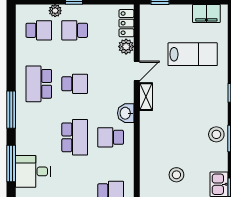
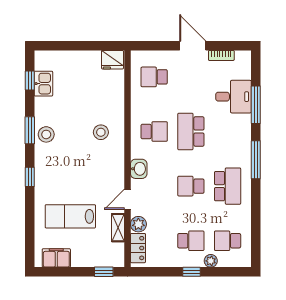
shelving: (146, 97) -> (118, 228), moved
washbasin: (126, 113) -> (139, 169), moved
stool: (176, 175) -> (101, 132), moved

